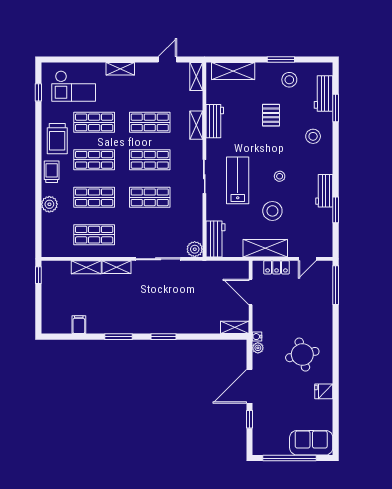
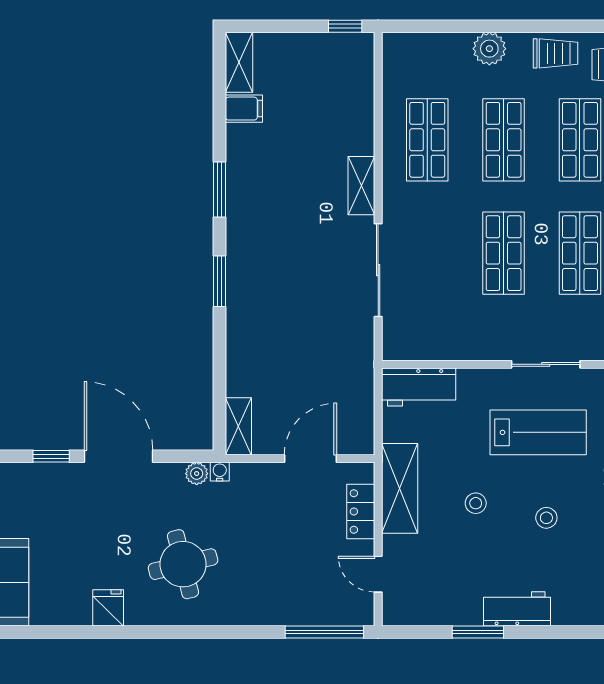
stool: (272, 211) -> (476, 503), width x0.53, depth x0.53
plant: (195, 249) -> (398, 345), removed
shelving: (86, 267) -> (239, 62), moved

